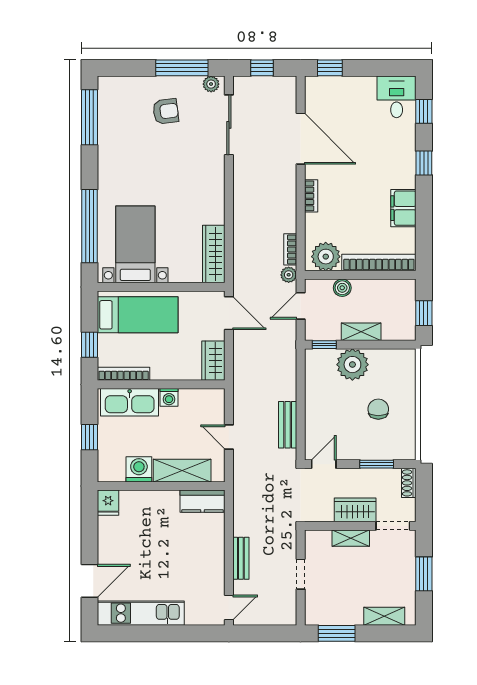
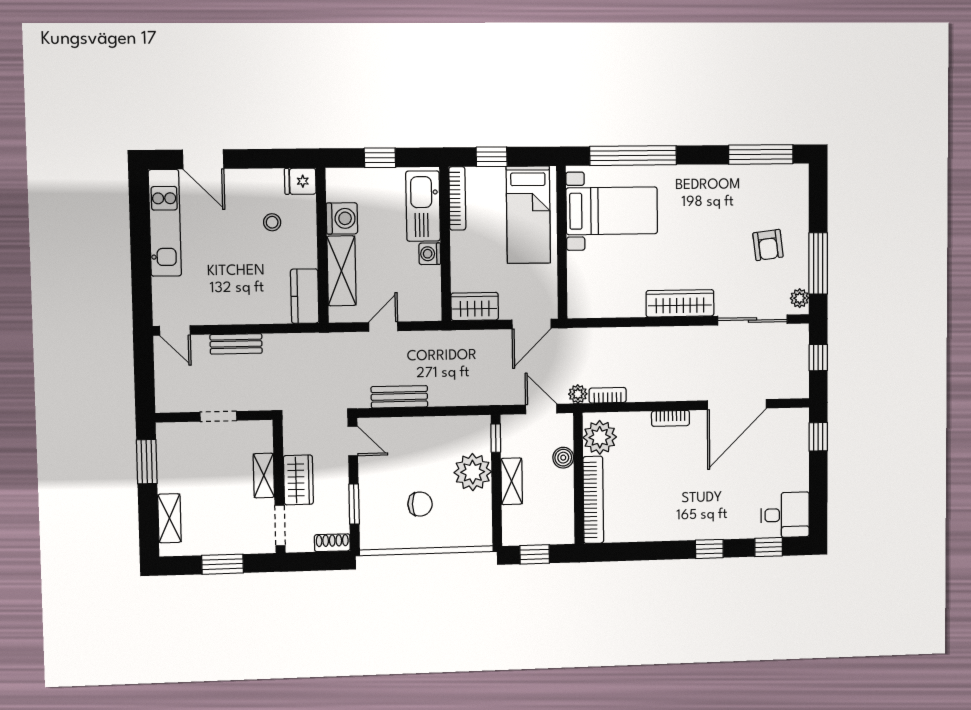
filing cabinet: (403, 208) -> (657, 527), removed
wardrobe: (214, 254) -> (680, 303), moved
stool: (141, 526) -> (272, 222), added

